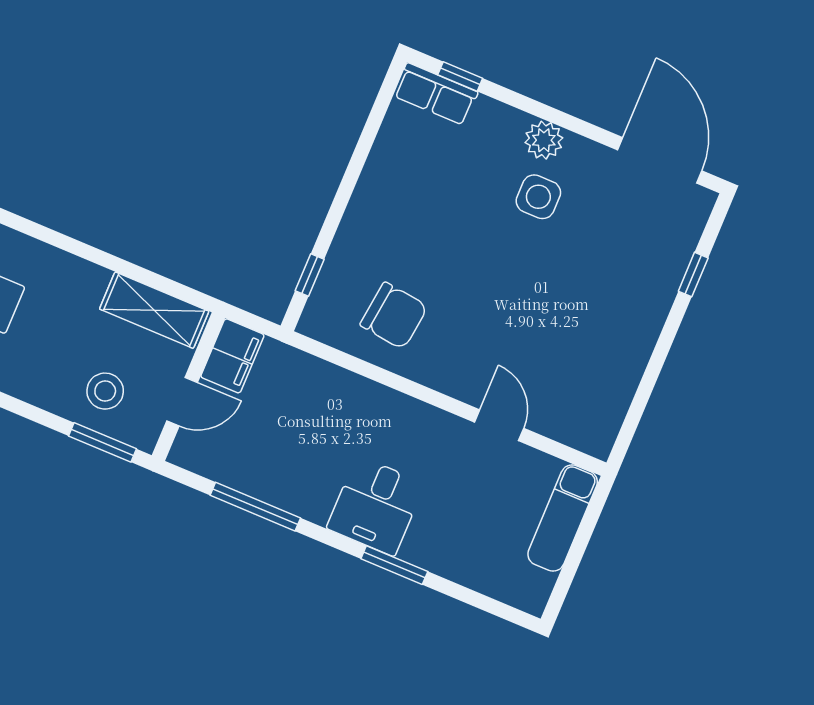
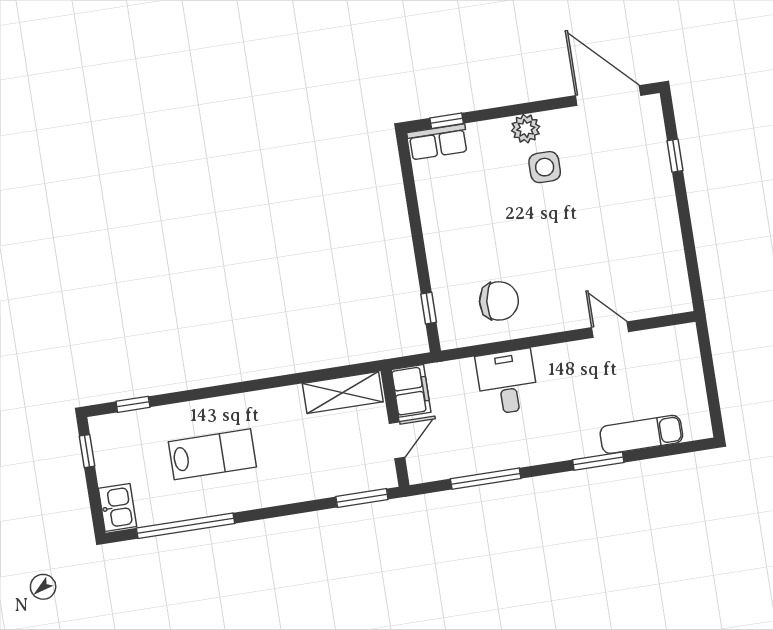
stool: (105, 391) -> (343, 464), removed
desk: (376, 506) -> (507, 382), moved, turned 180
exam couch: (563, 518) -> (641, 434), moved, turned 90

